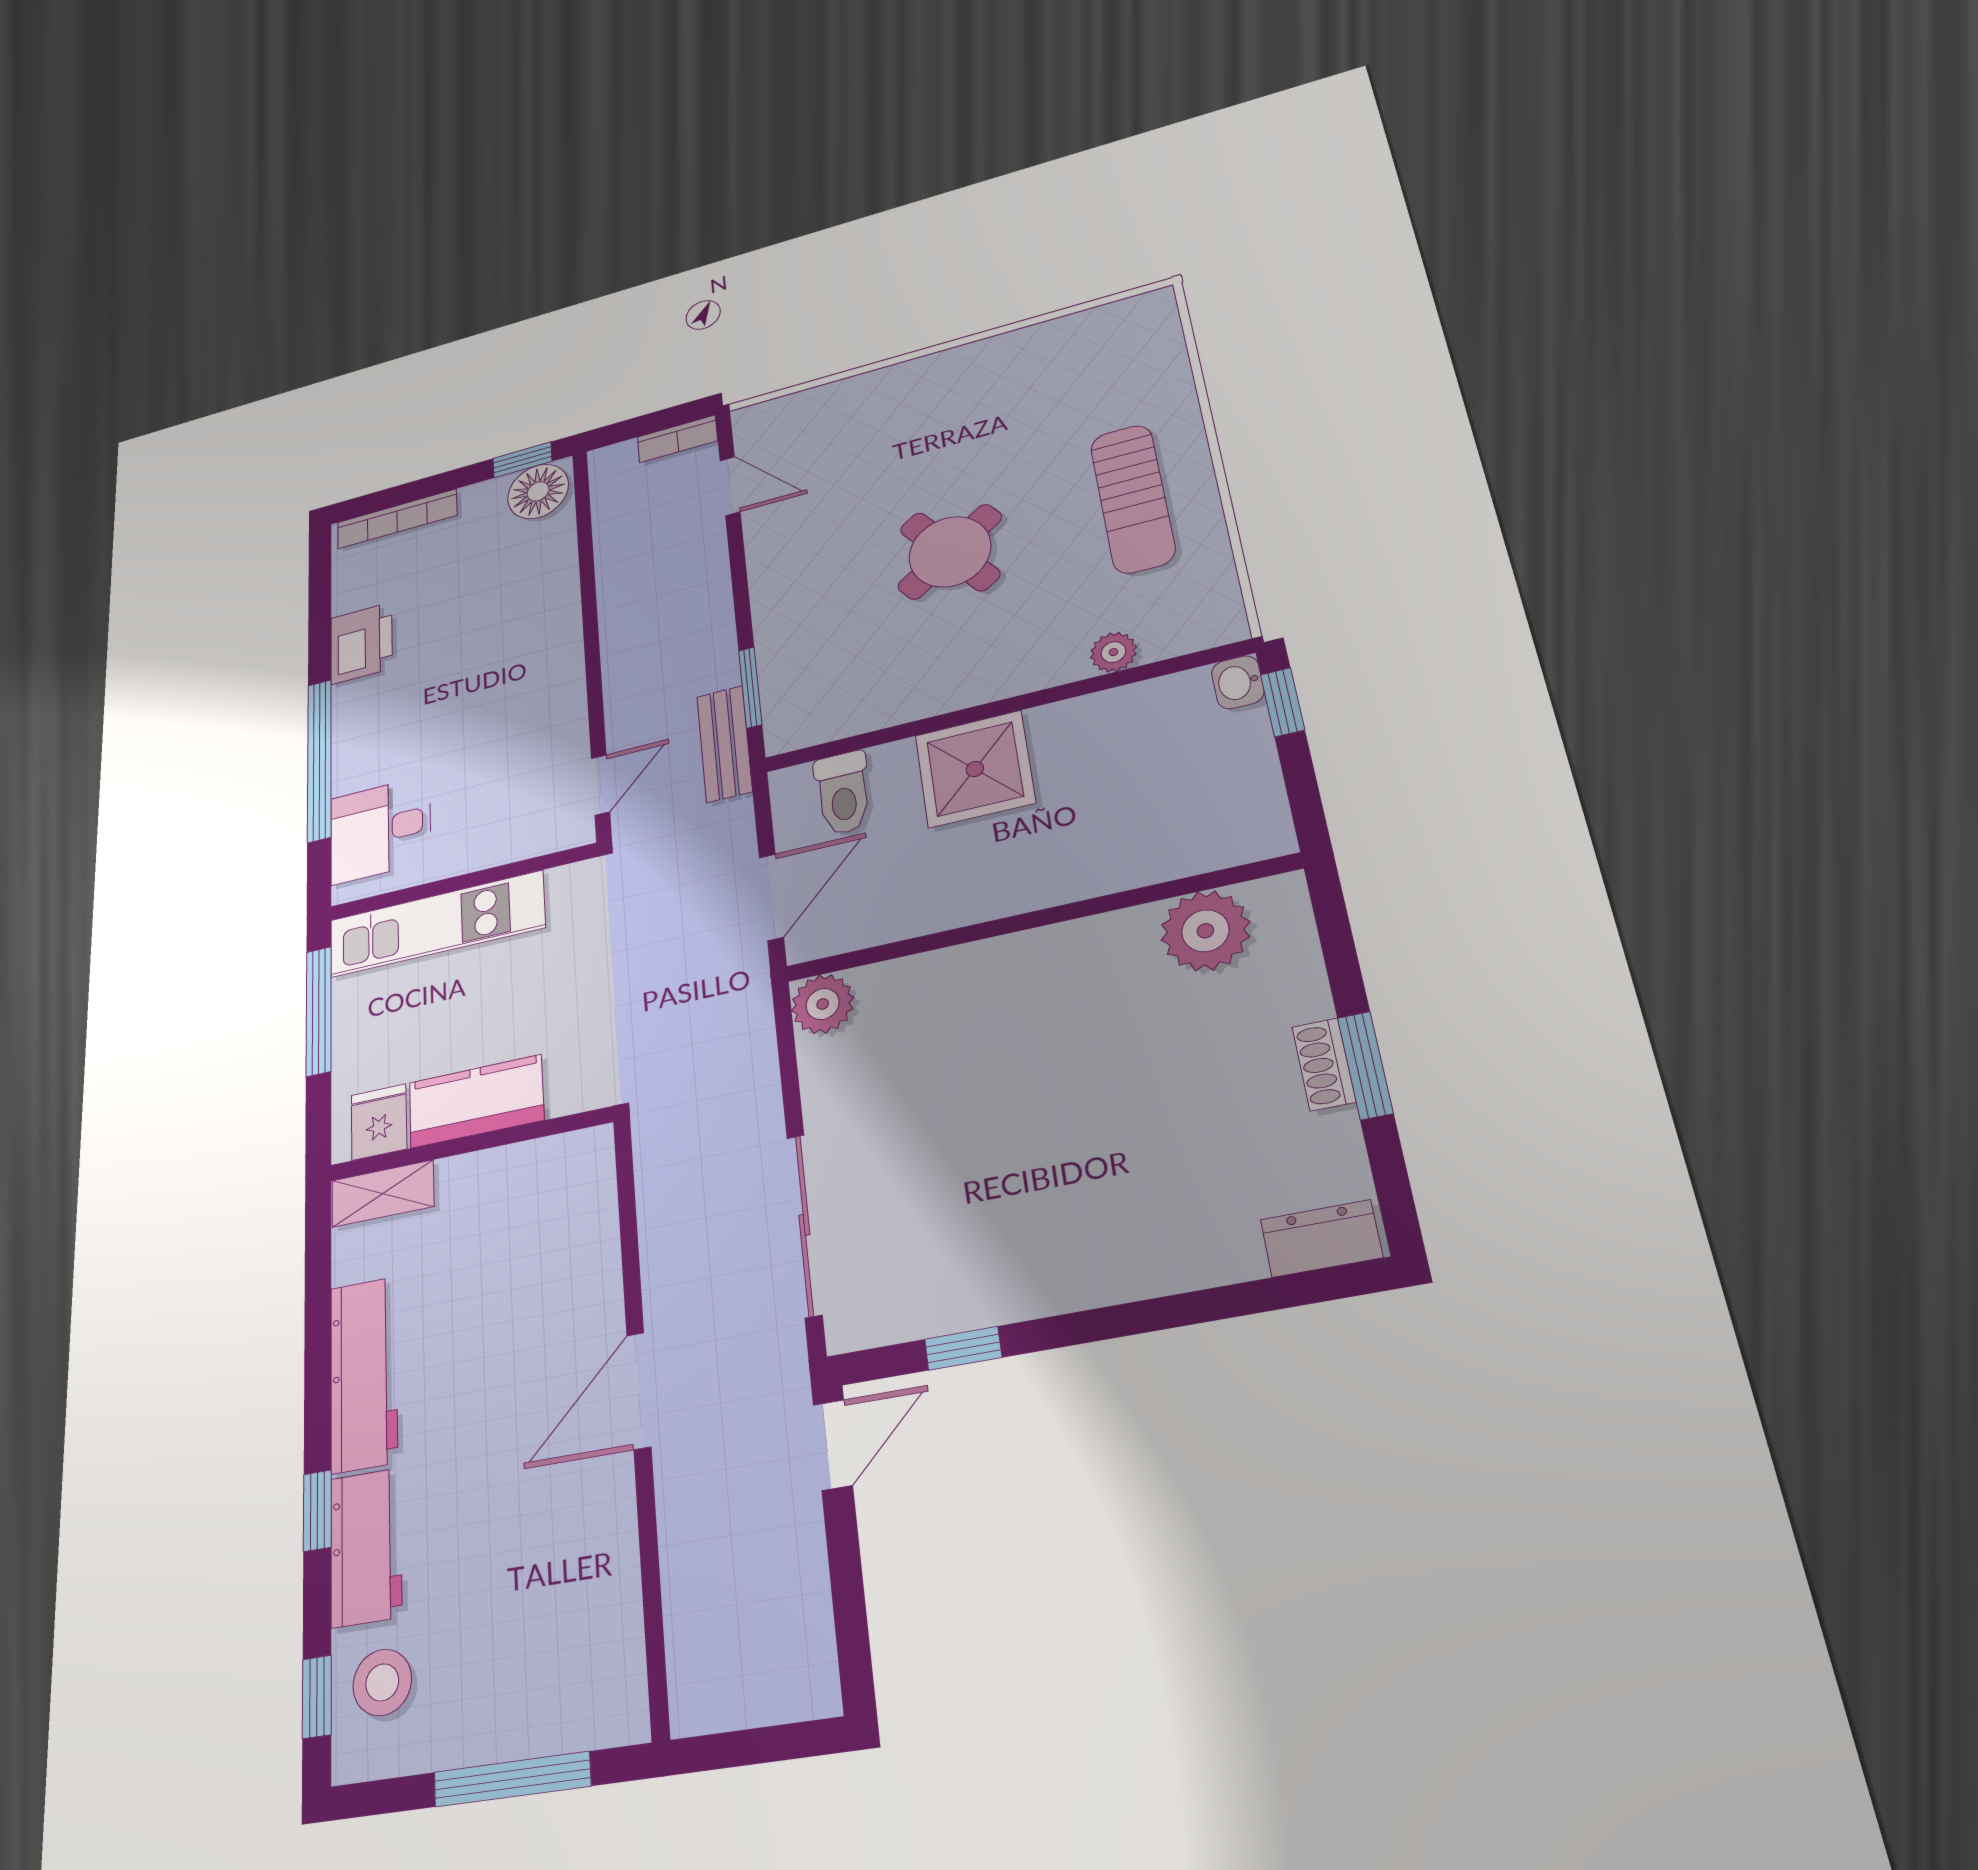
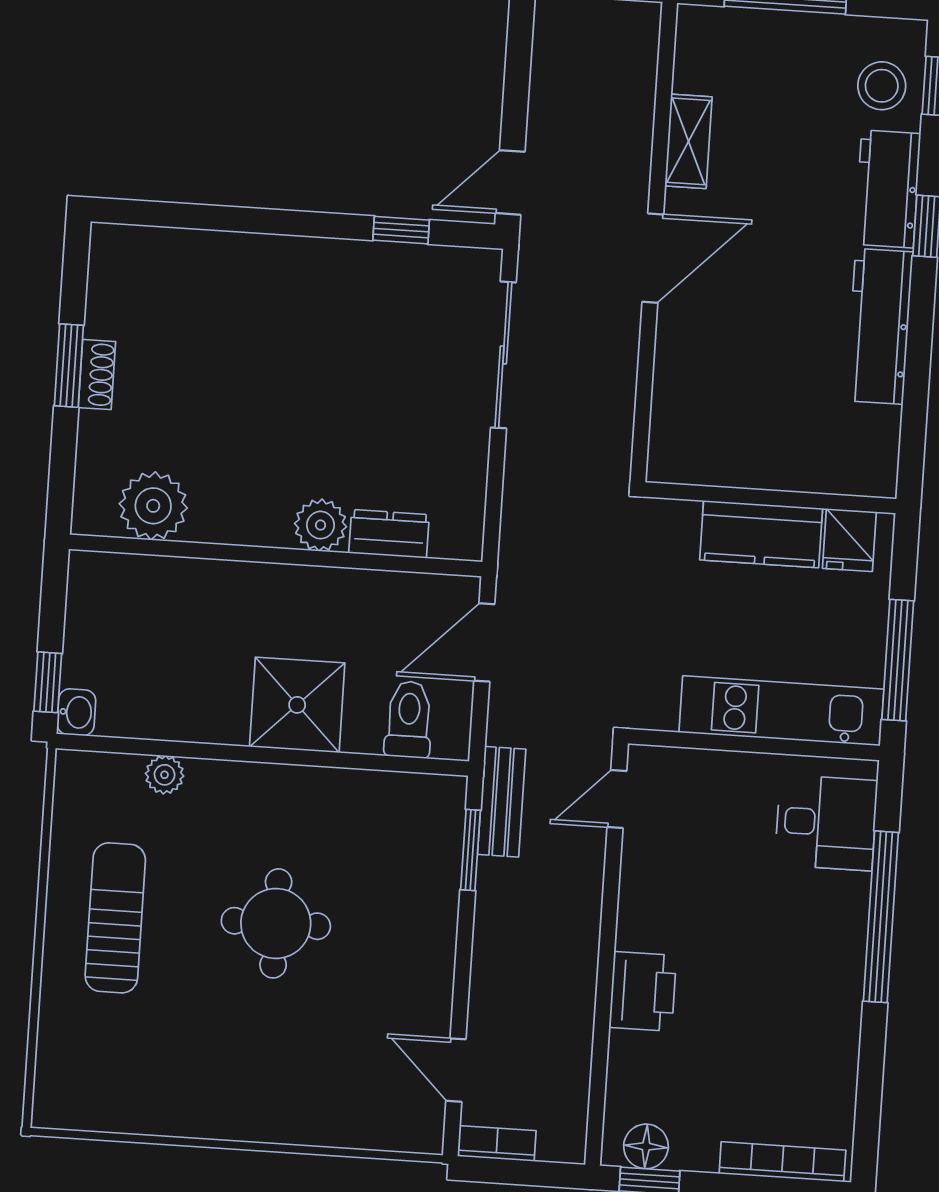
floor lamp: (538, 491) -> (646, 1146), width x0.73, depth x0.73
round table: (950, 552) -> (276, 923), turned 36
printer: (361, 643) -> (643, 991), moved, turned 180
plant: (823, 1004) -> (320, 525), moved
shelving: (383, 1194) -> (688, 141), moved, turned 90
dresser: (1321, 1239) -> (389, 534), moved, turned 180

